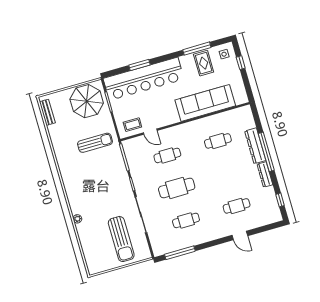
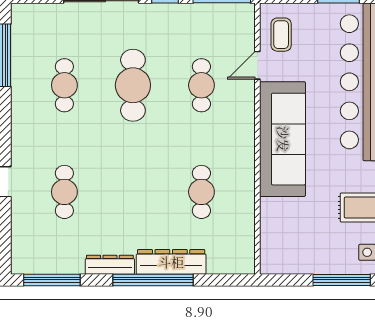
window: (241, 63) -> (342, 280), width x2.17
sofa: (205, 103) -> (283, 139), moved
window: (280, 200) -> (52, 280), width x2.17

